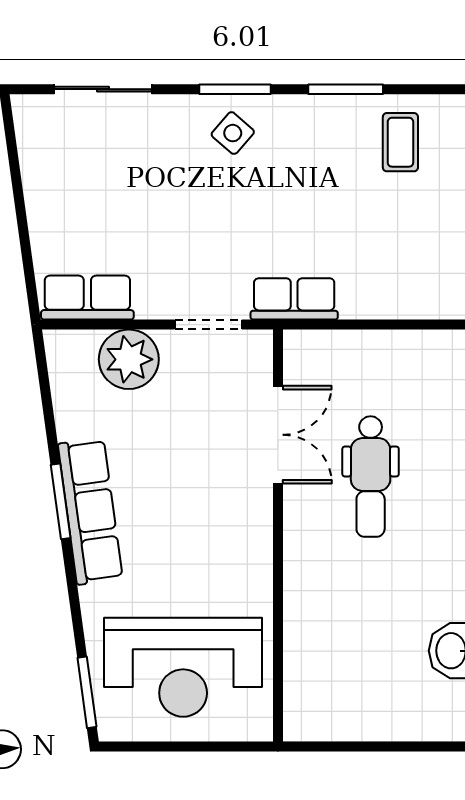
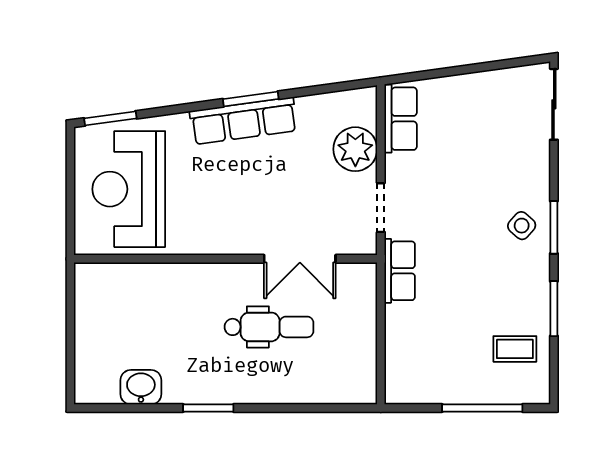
sliding door: (103, 89) -> (554, 104), moved
dental chair: (371, 477) -> (269, 327), turned 180

